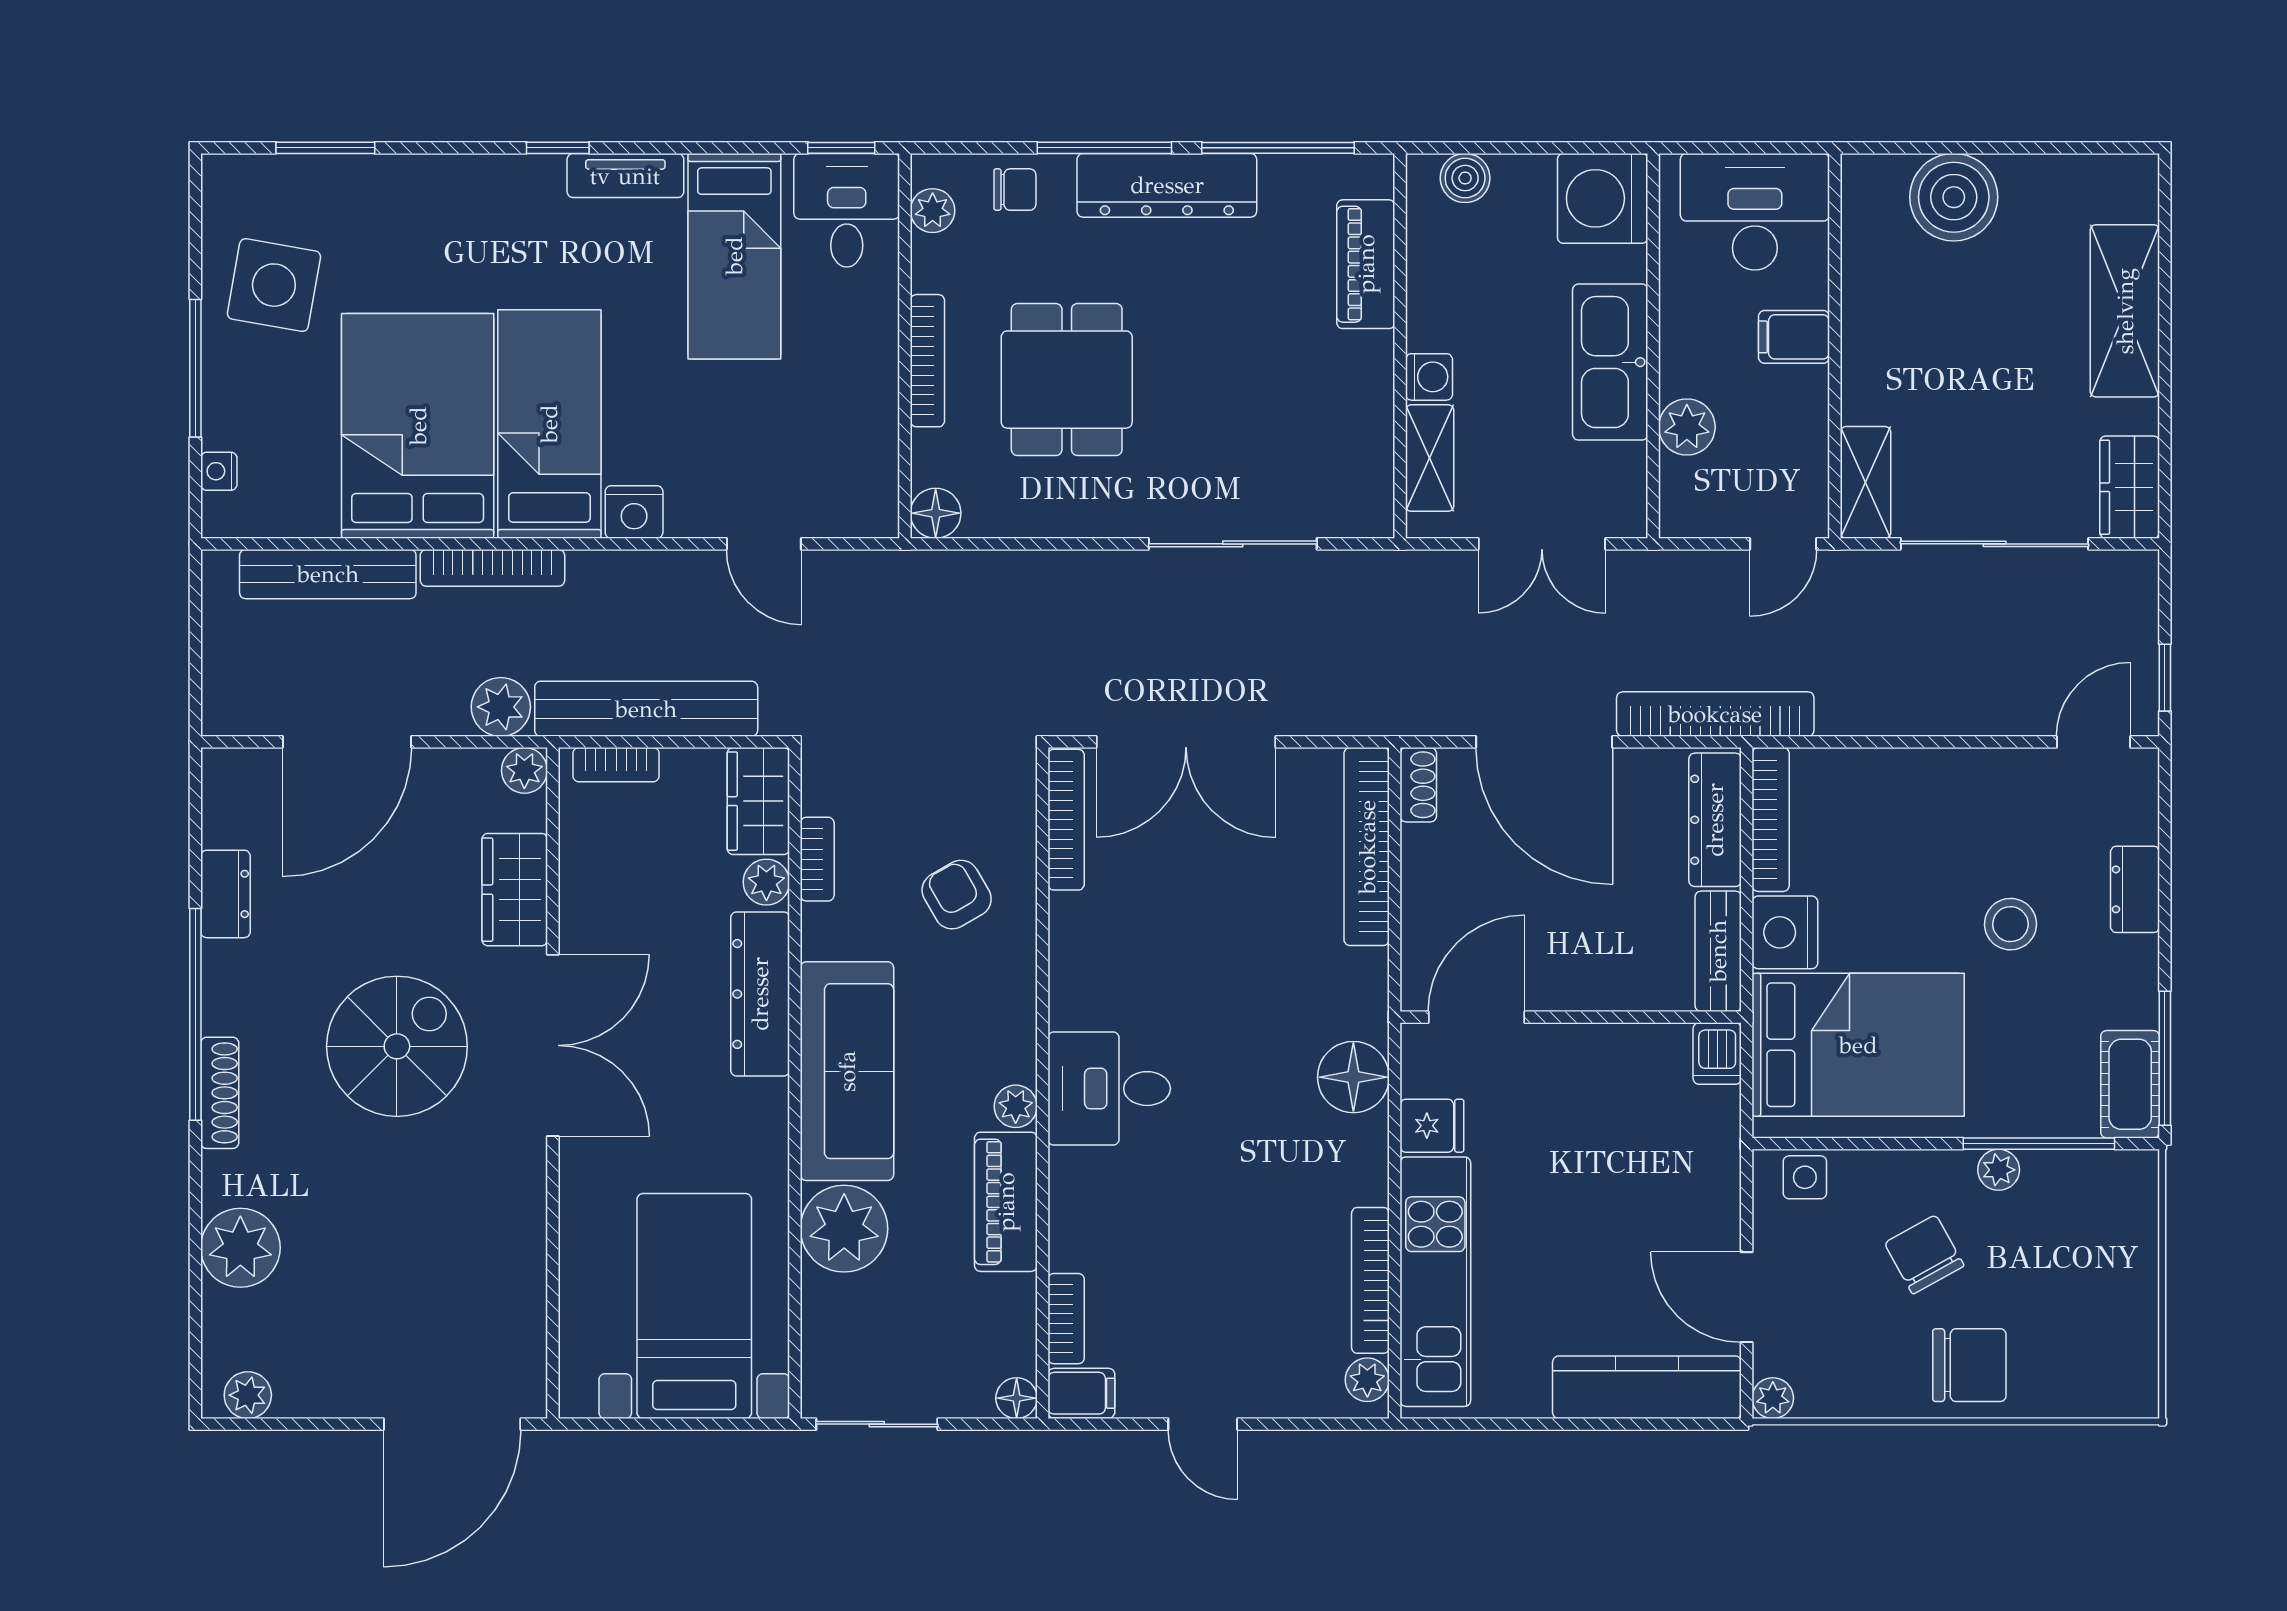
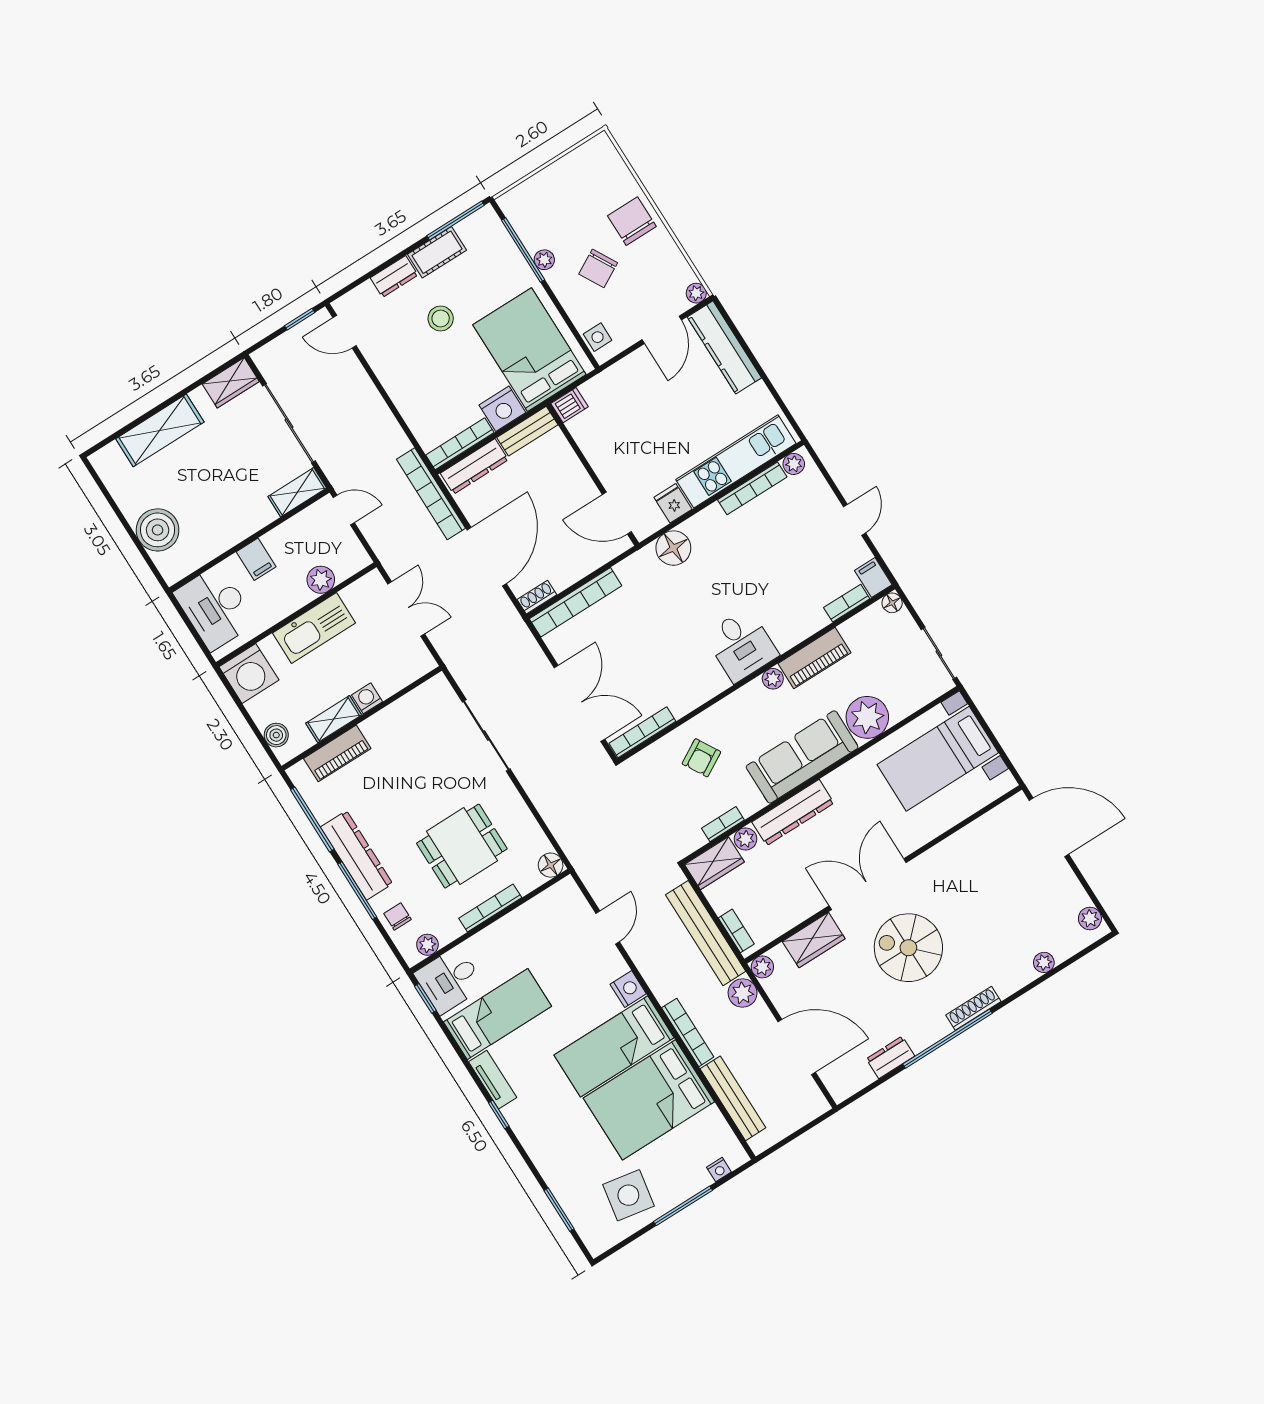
shelving: (1430, 458) -> (334, 719), moved
cot: (2130, 1084) -> (437, 252), moved
plant: (240, 1248) -> (1044, 962), width x0.53, depth x0.53

